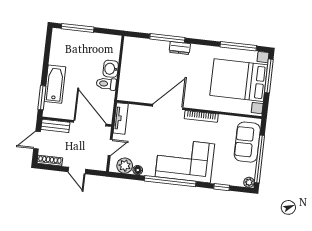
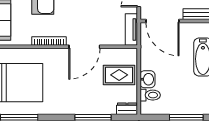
dresser: (180, 48) -> (127, 109), moved
rug: (137, 76) -> (119, 75), added
toilet: (106, 84) -> (150, 95), moved

